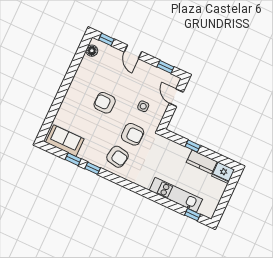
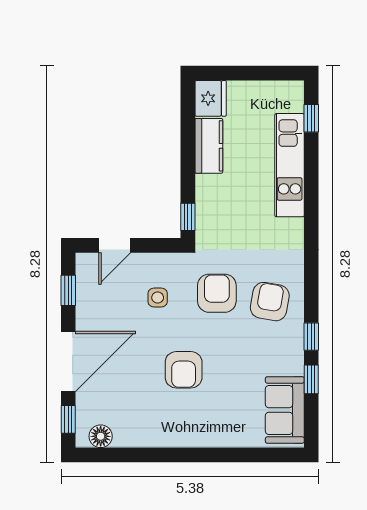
door: (133, 52) -> (68, 362), width x1.87
window: (193, 146) -> (188, 217), moved

